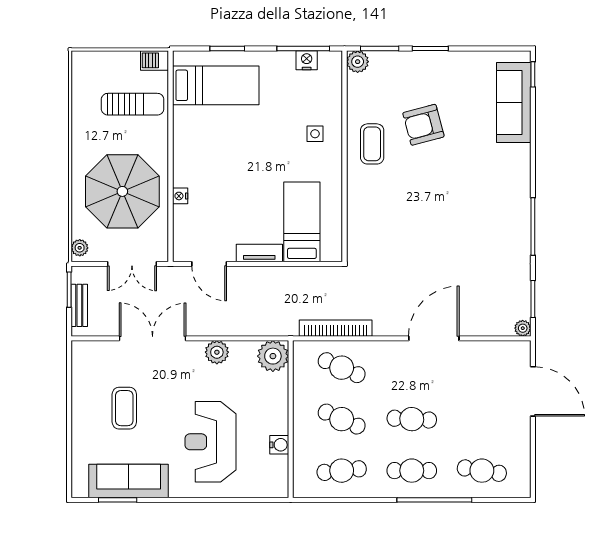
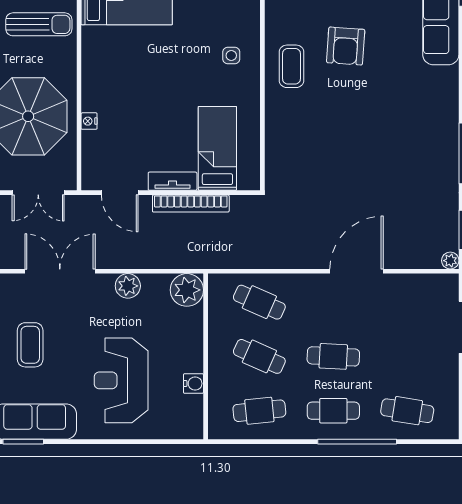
armchair: (423, 125) -> (346, 46), turned -71
bookcase: (336, 328) -> (191, 204), moved, turned 180

